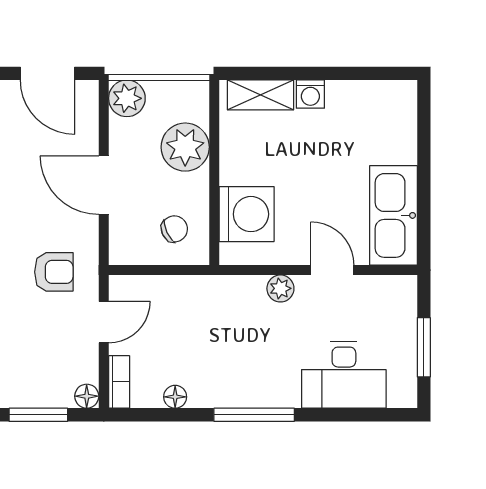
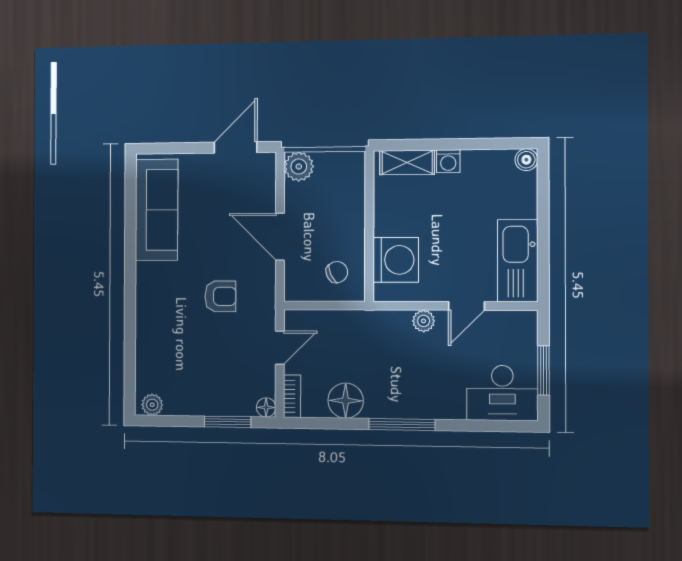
door: (48, 73) -> (236, 147), swing flipped
boiler: (404, 93) -> (526, 160), added
plant: (185, 147) -> (346, 206), removed
door: (332, 270) -> (467, 306), swing flipped
armchair: (54, 272) -> (220, 296), moved
desk: (344, 375) -> (502, 393), moved
floor lamp: (175, 397) -> (346, 401), width x1.89, depth x1.89

